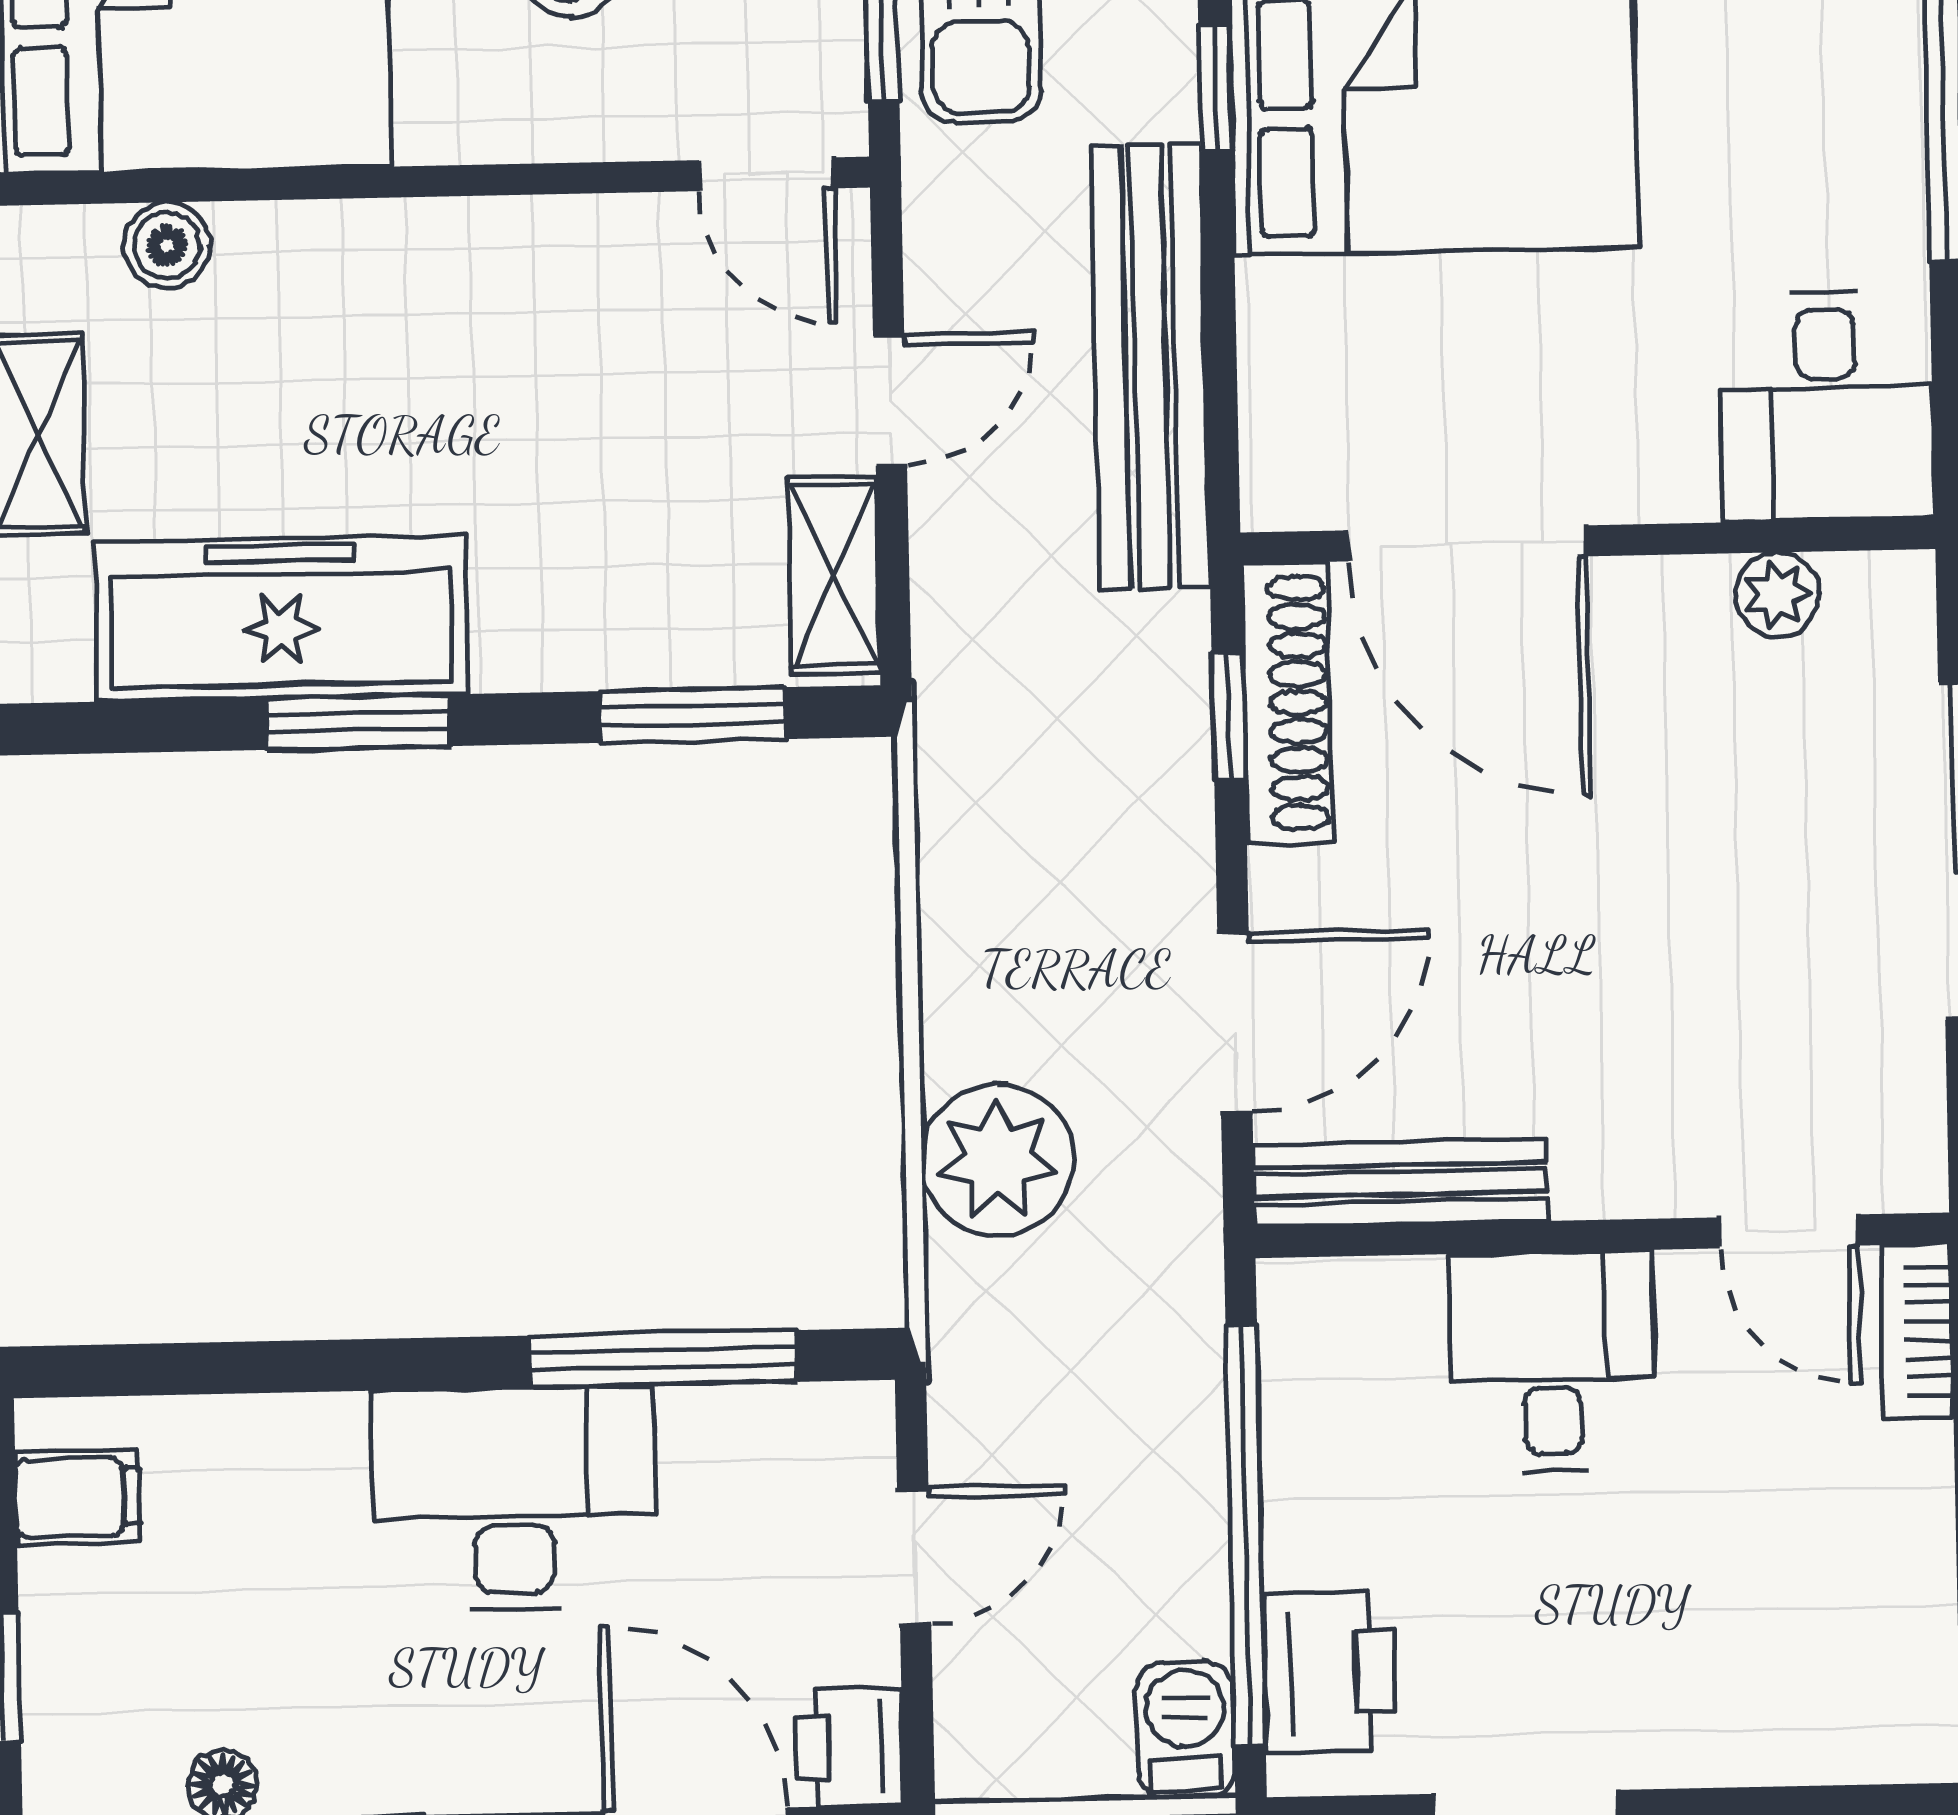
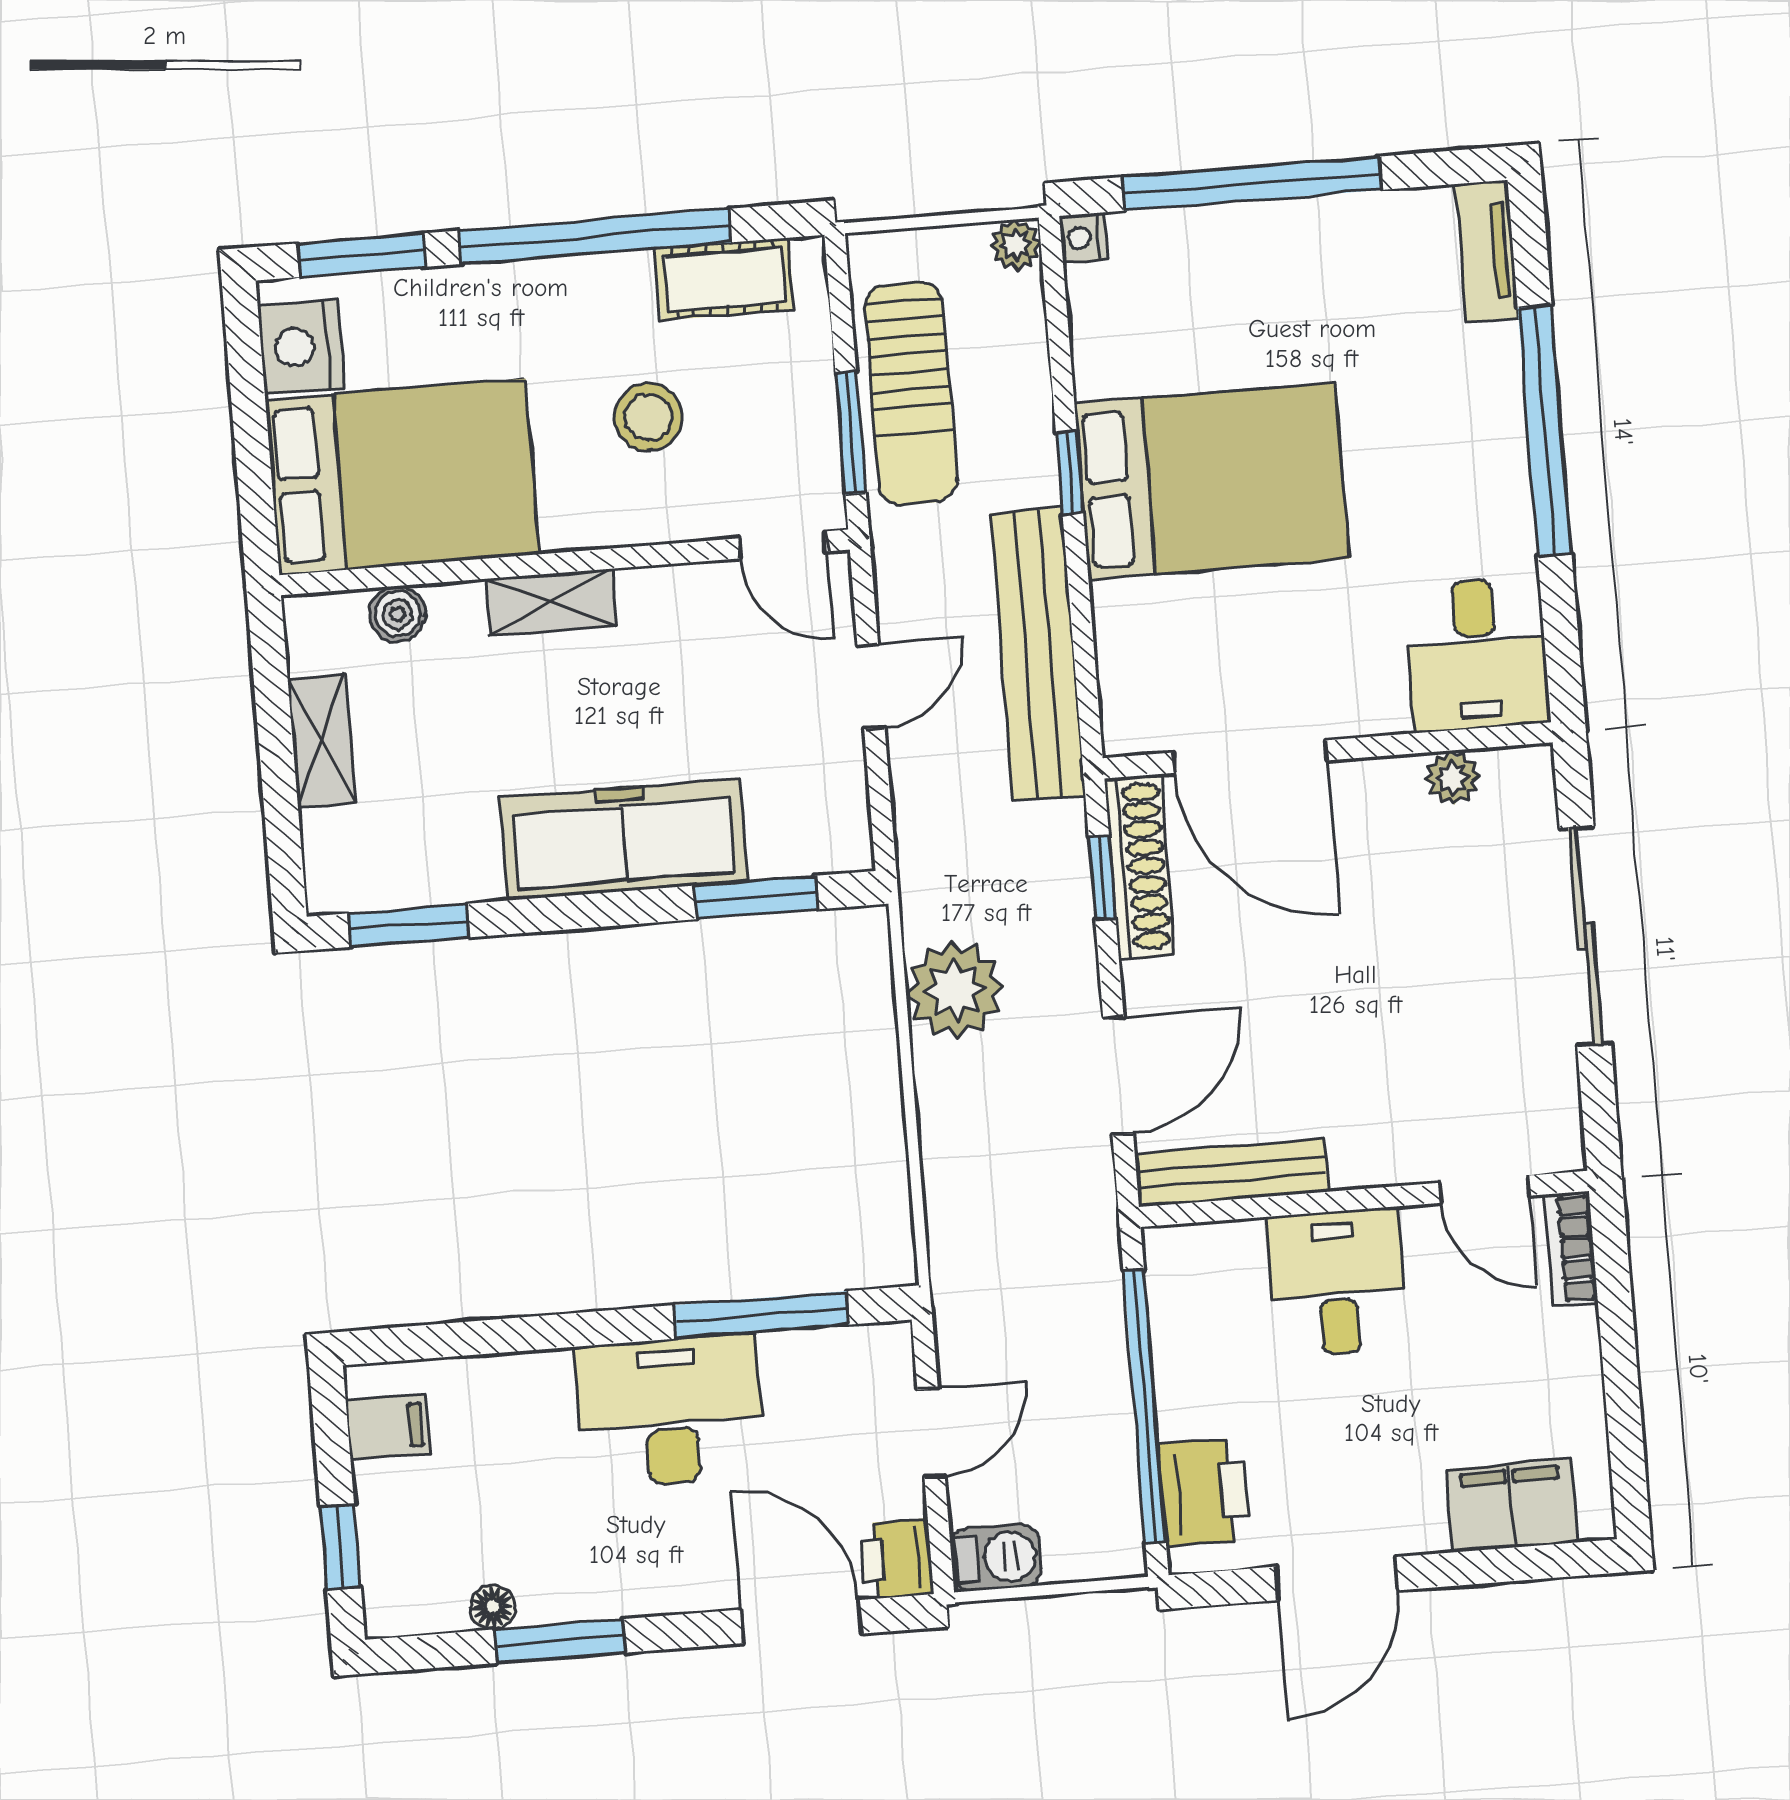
shelving: (834, 575) -> (551, 602), moved, turned 90
freezer: (281, 618) -> (624, 839), moved
window: (359, 722) -> (408, 925), moved
plant: (998, 1160) -> (955, 990), moved
filing cabinet: (1802, 1722) -> (1512, 1506), added
barbecue: (1185, 1730) -> (996, 1557), moved, turned 90

